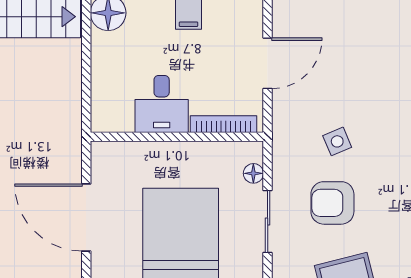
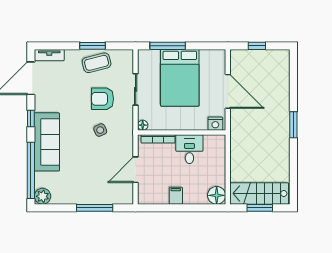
nightstand: (111, 154) -> (215, 124), added
floor lamp: (253, 173) -> (143, 125), moved
armchair: (332, 203) -> (103, 99), turned 180

